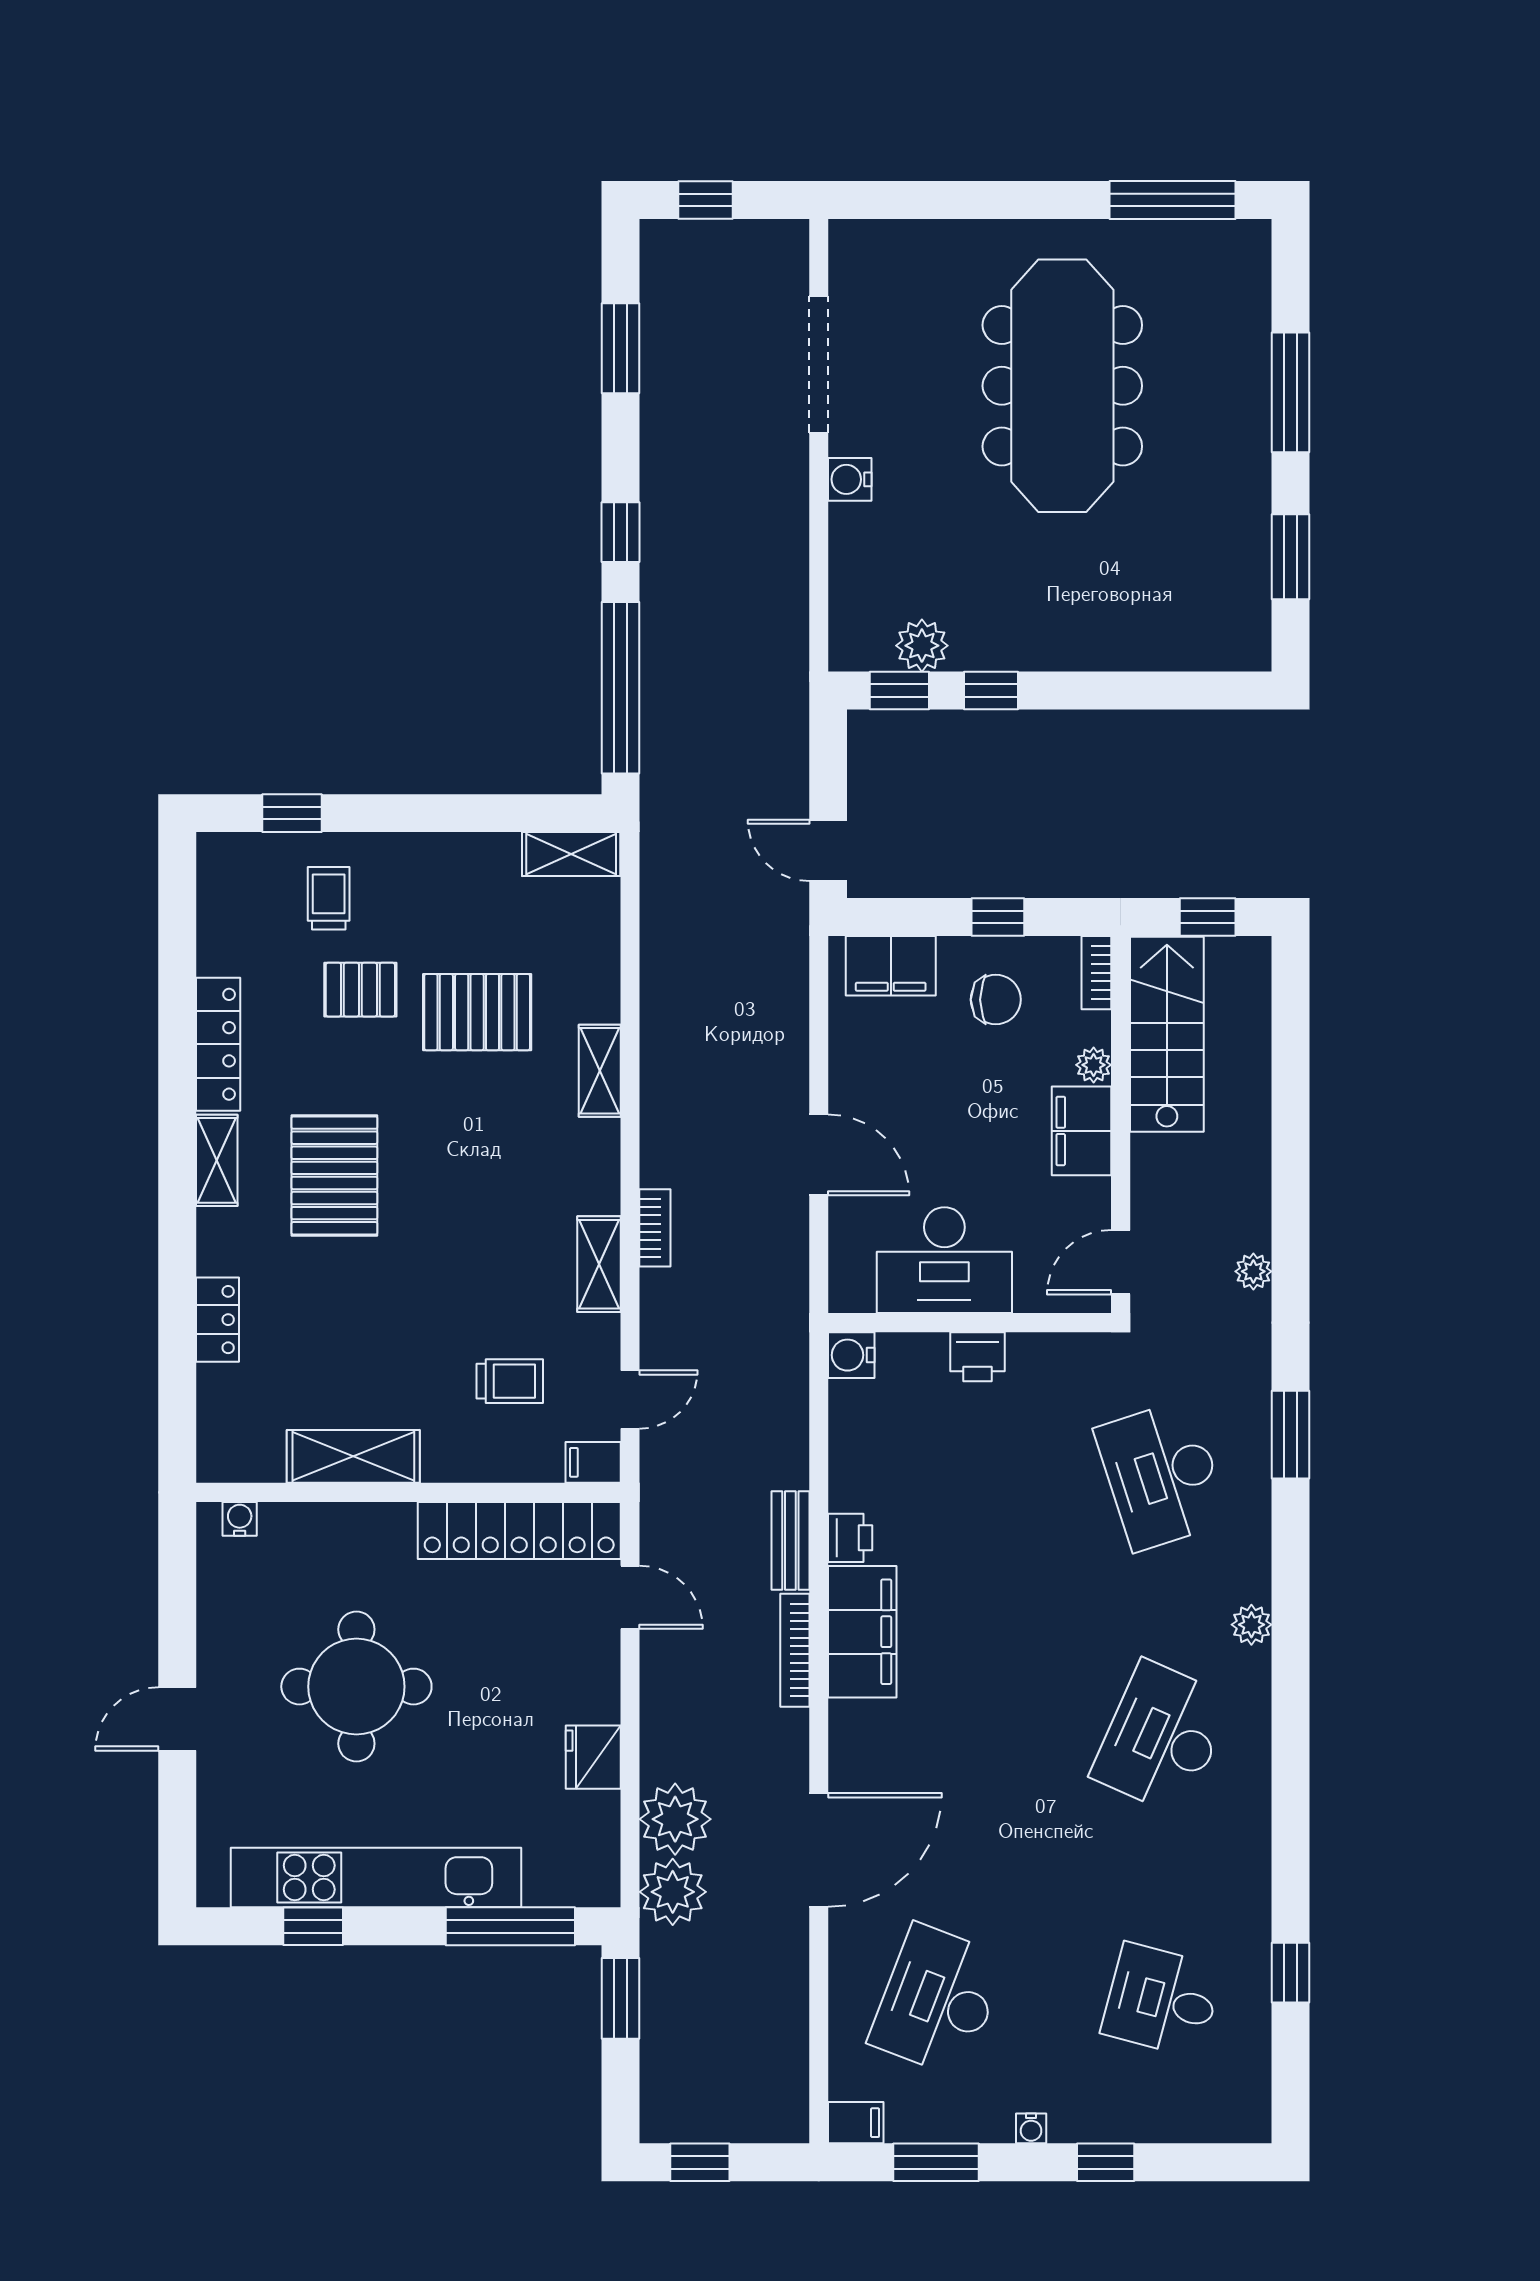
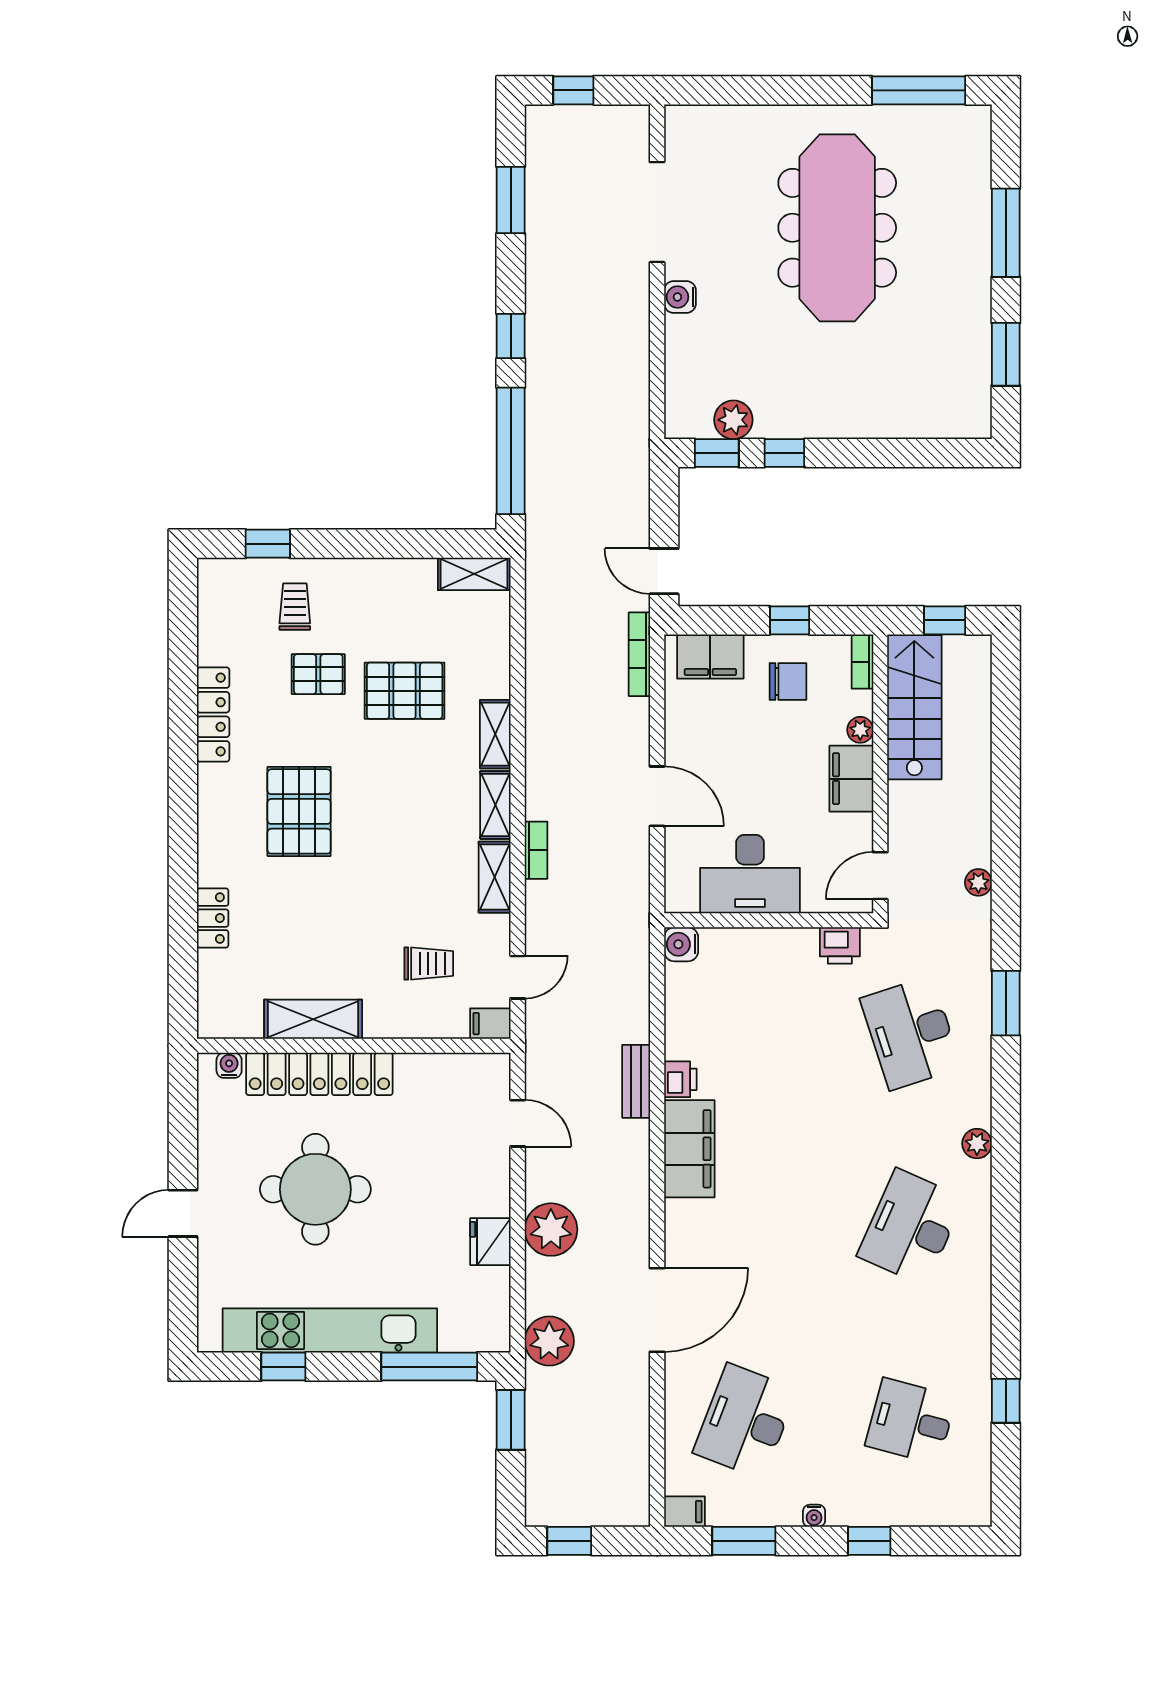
shelving: (217, 1160) -> (495, 805), moved
printer: (977, 1357) -> (840, 945), moved
locker: (519, 1531) -> (319, 1074), moved
bookcase: (795, 1650) -> (639, 654), moved
plant: (675, 1819) -> (551, 1230), moved

